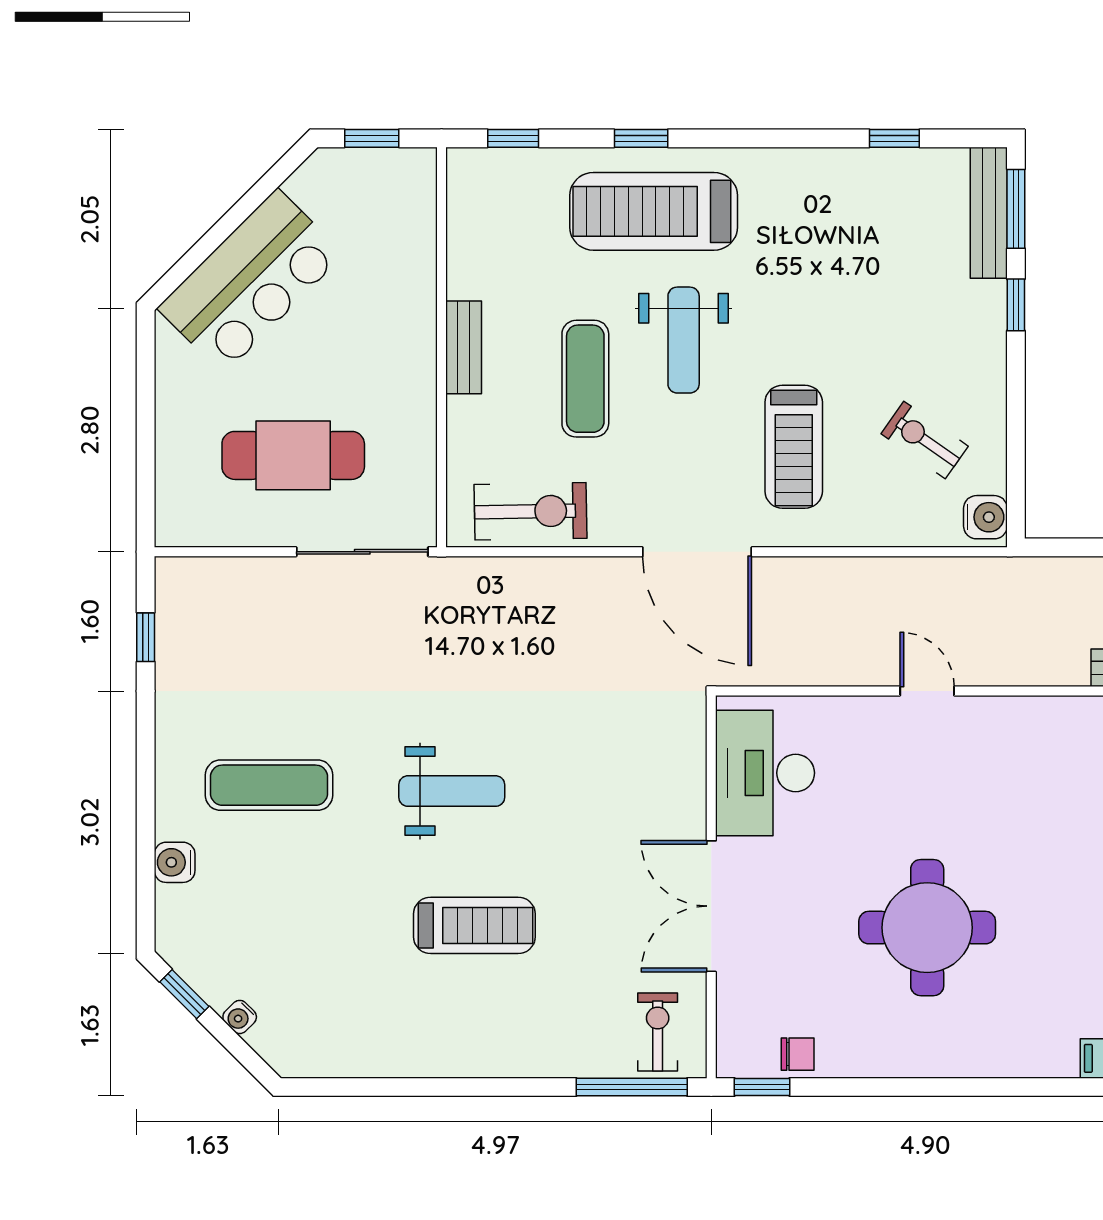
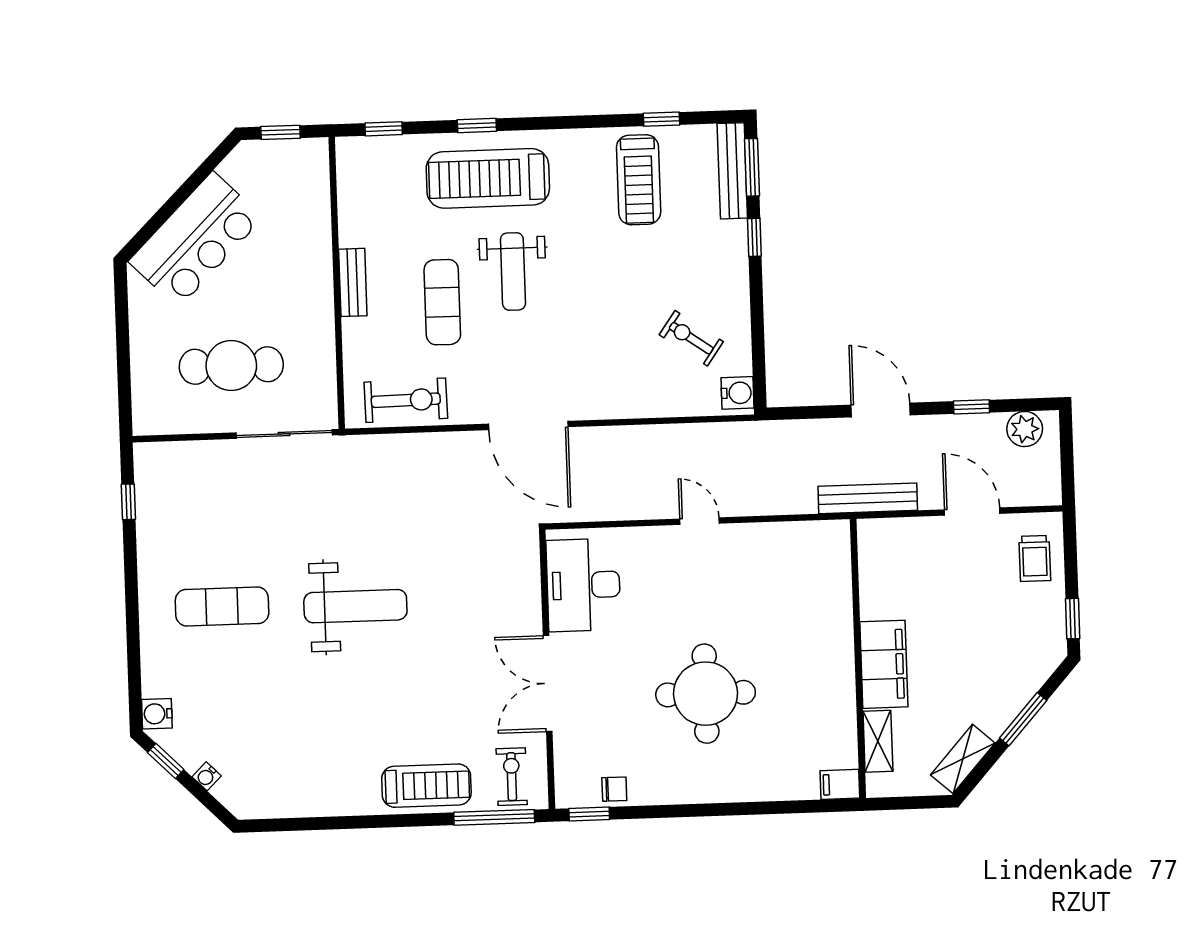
treadmill: (794, 447) -> (639, 180), moved
weight bench: (452, 791) -> (355, 606), width x1.36, depth x1.33
water cooler: (175, 862) -> (157, 714), moved
treadmill: (474, 925) -> (426, 786), moved

